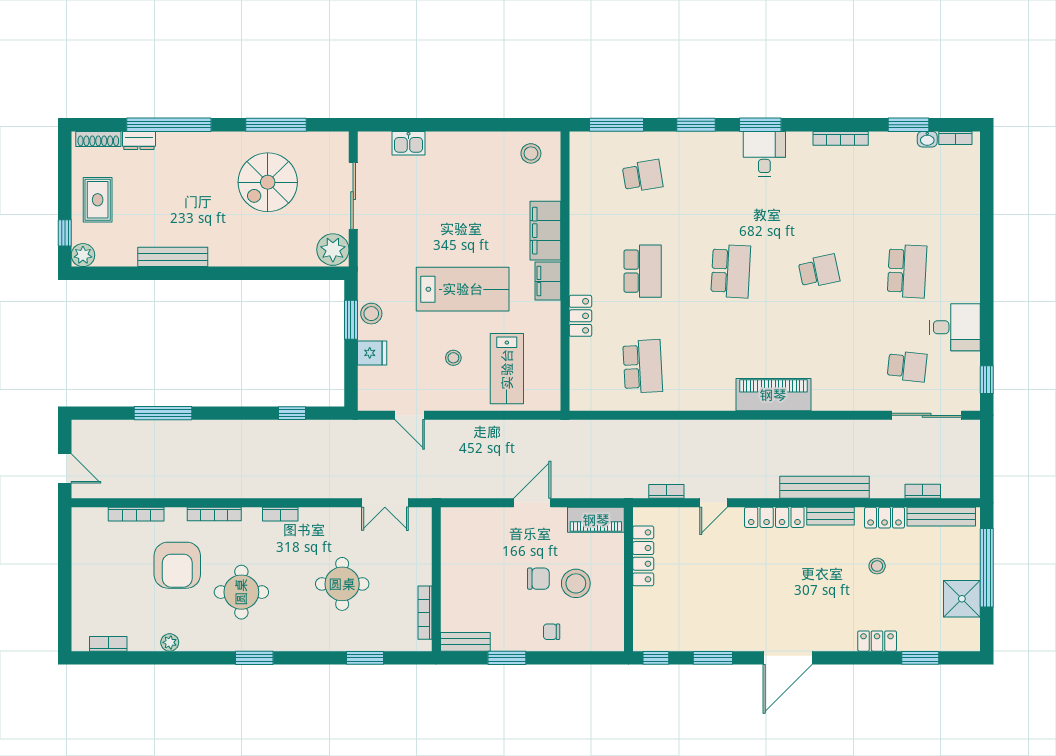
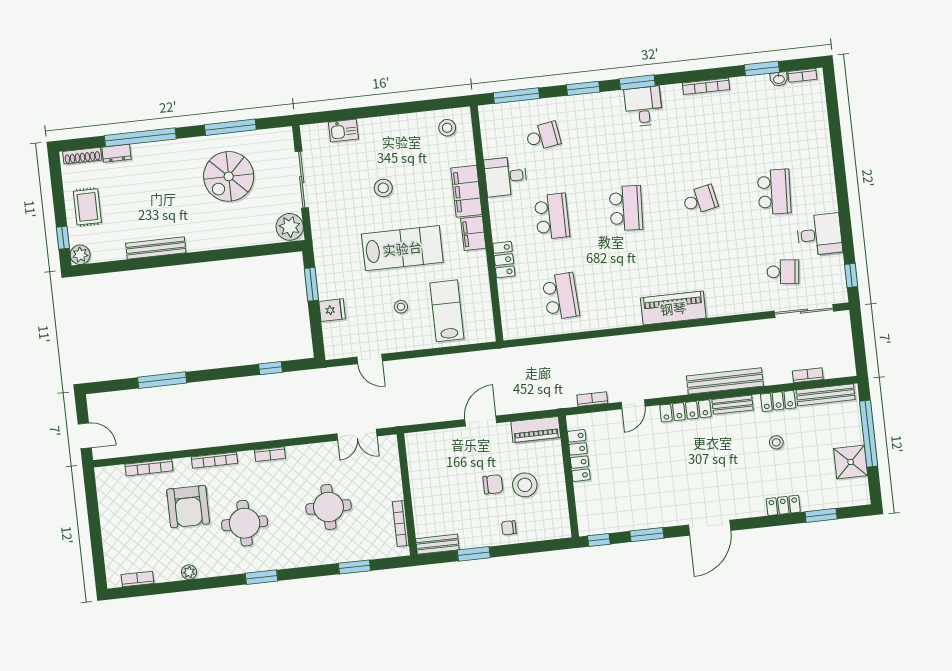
desk: (593, 218) -> (506, 176), added
stool: (371, 314) -> (383, 188), moved
lab bench: (507, 369) -> (447, 311), turned 180

